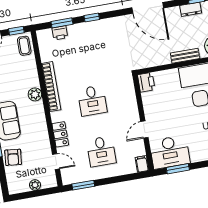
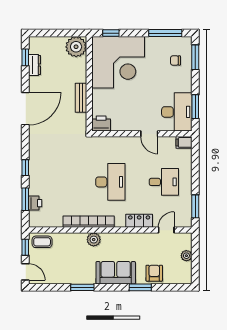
bench: (185, 56) -> (81, 98), moved
desk: (92, 101) -> (110, 182), width x1.37
armchair: (13, 157) -> (154, 273), turned -96

